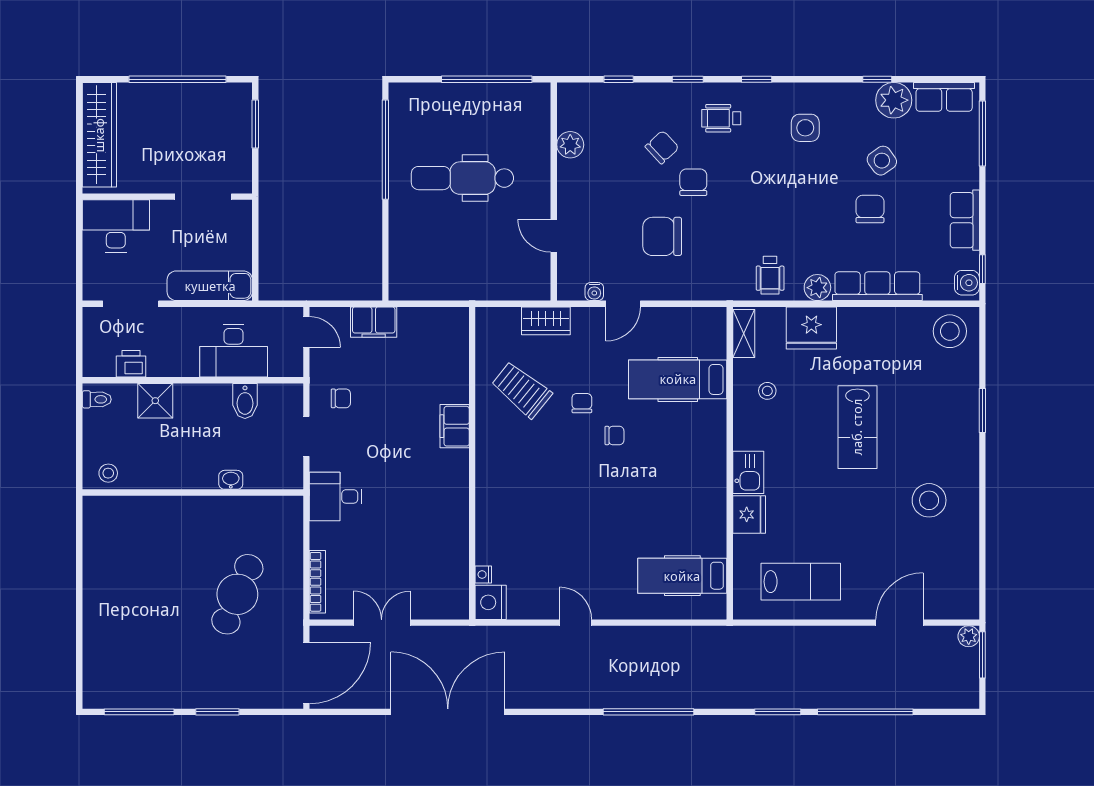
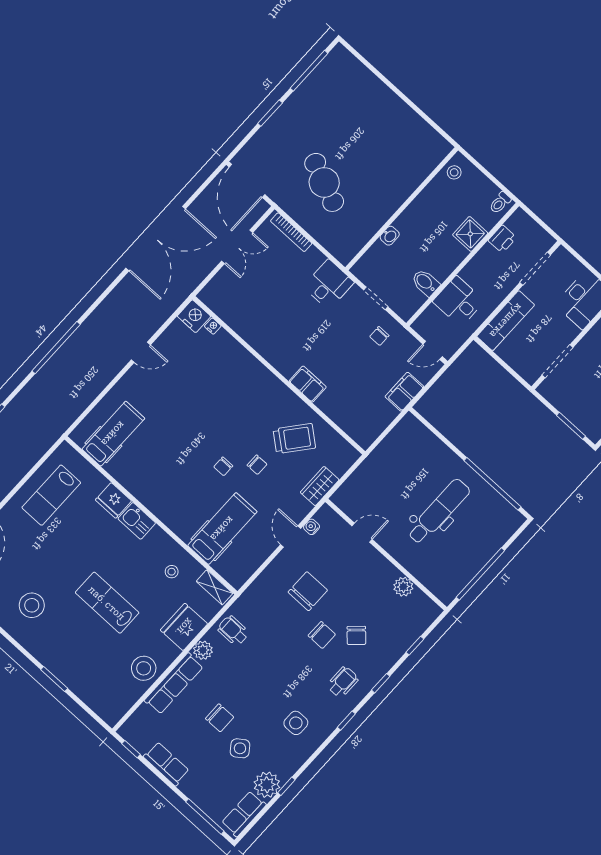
water cooler: (967, 283) -> (131, 734), removed
stool: (950, 331) -> (144, 668), moved
desk: (234, 351) -> (459, 301), width x0.73

